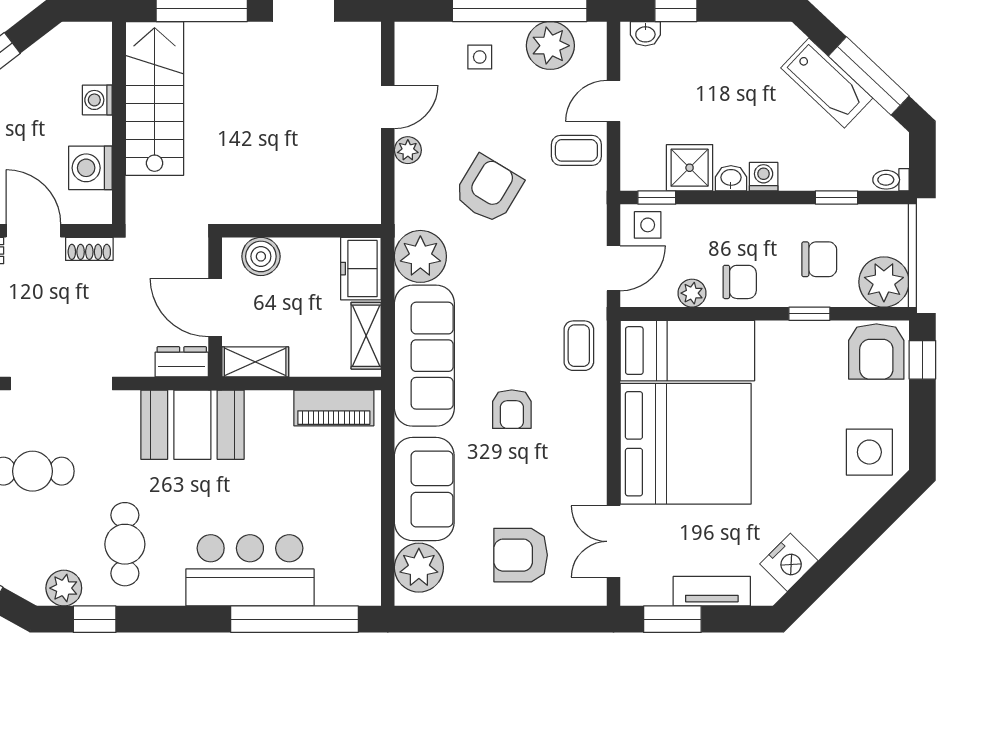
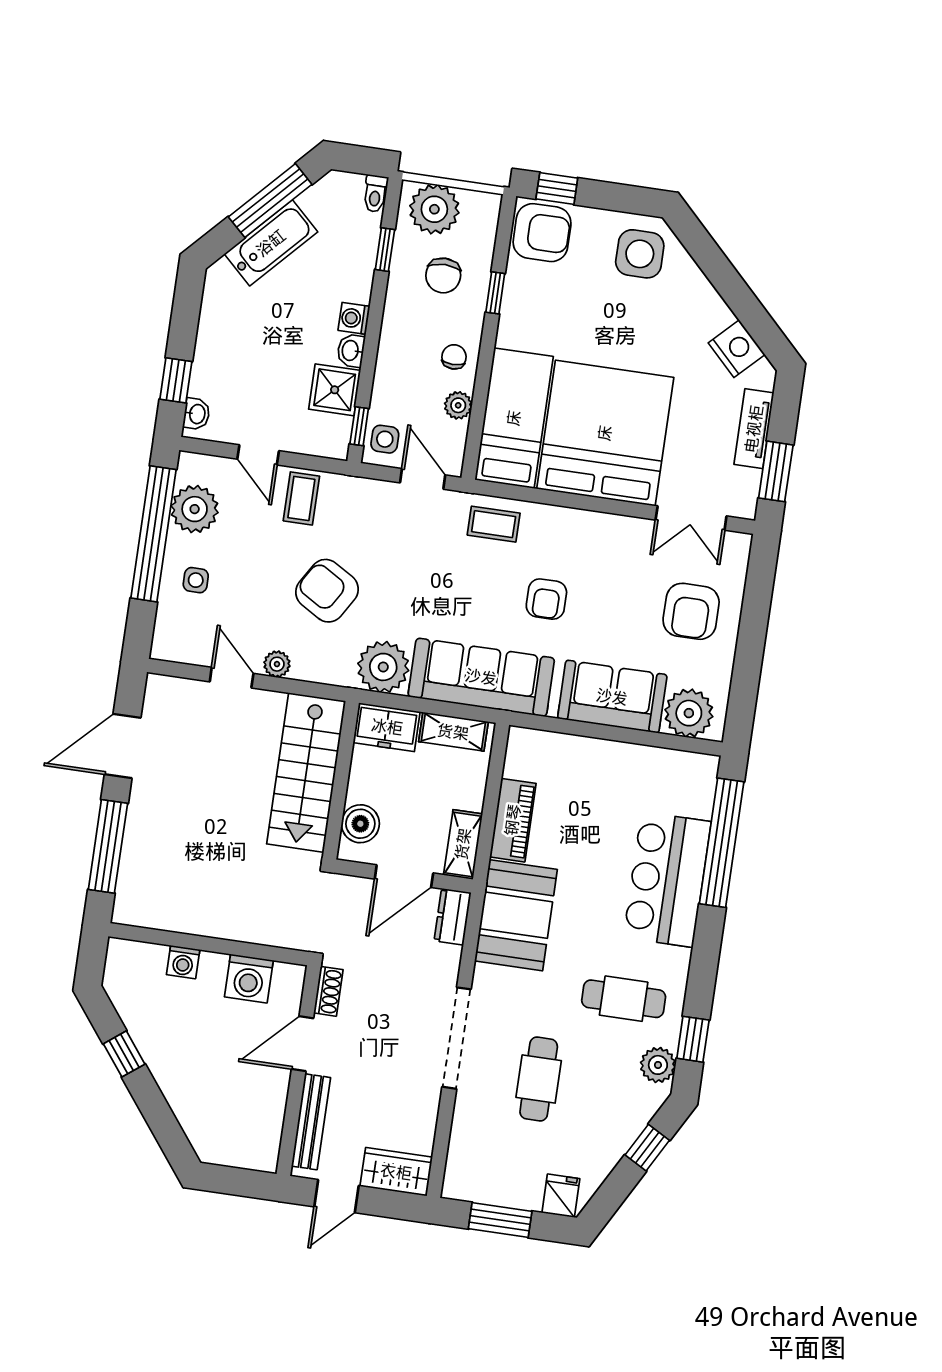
stairs: (155, 99) -> (306, 772), moved, turned -90
chair: (819, 259) -> (443, 275), turned 180
chair: (740, 282) -> (454, 357), width x0.73, depth x0.73
plant: (884, 282) -> (434, 209), moved
piano: (334, 408) -> (513, 820), moved
armchair: (512, 409) -> (546, 599), turned 90

